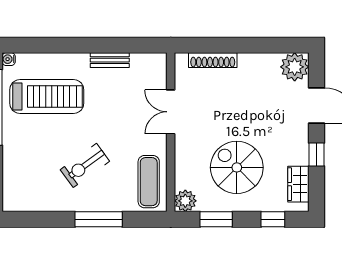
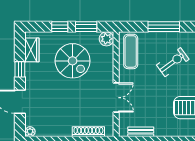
bench: (110, 60) -> (141, 132), moved
plant: (295, 67) -> (30, 132), width x0.53, depth x0.53
window: (273, 219) -> (60, 27), moved

